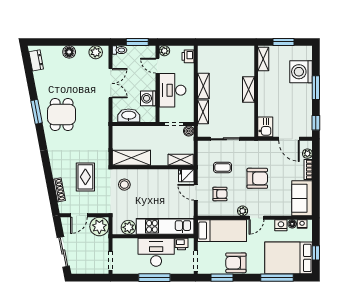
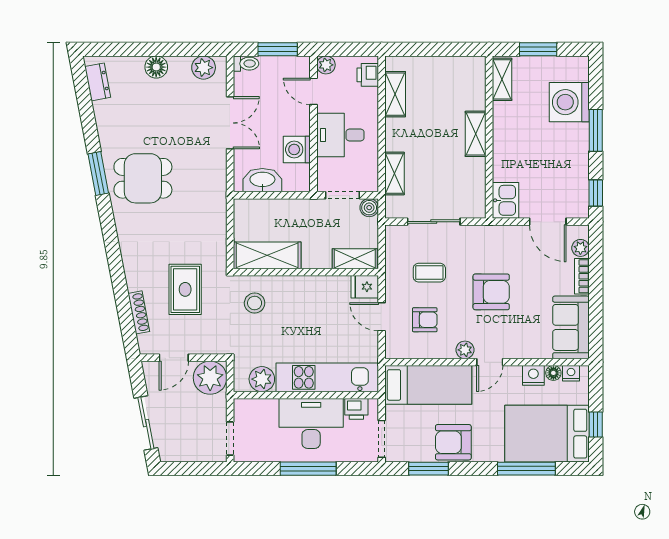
shelving: (203, 86) -> (395, 94), moved
desk: (173, 90) -> (340, 135), width x0.73
dining table: (62, 115) -> (143, 178), turned 90

